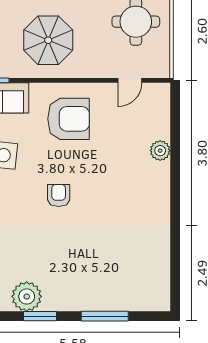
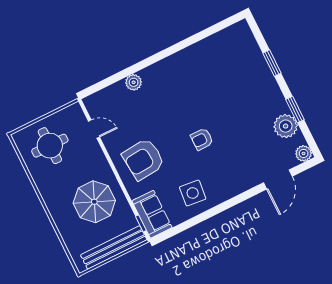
armchair: (68, 119) -> (143, 159), turned -95
window: (105, 316) -> (272, 63), width x0.69

